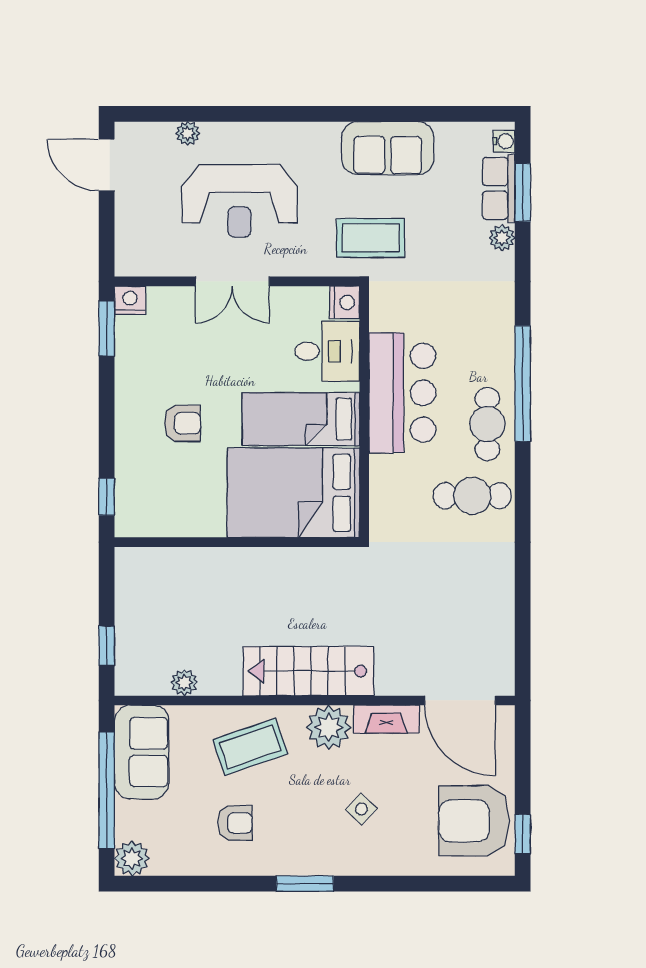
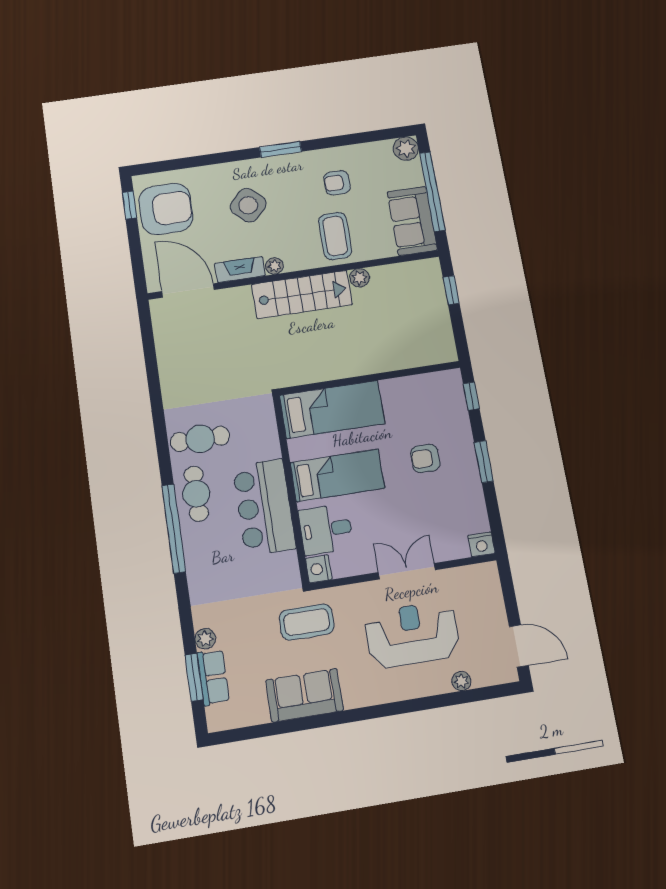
water cooler: (504, 141) -> (214, 716), removed
window: (107, 328) -> (484, 462), moved
bed: (293, 493) -> (332, 409), width x0.67
plant: (184, 683) -> (360, 278), moved
plant: (329, 727) -> (274, 266), width x0.53, depth x0.53
coffee table: (250, 747) -> (335, 236), turned -71
side table: (361, 809) -> (248, 205), width x1.87, depth x1.87

